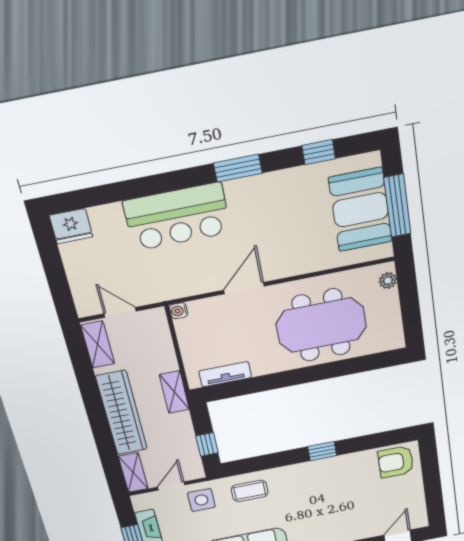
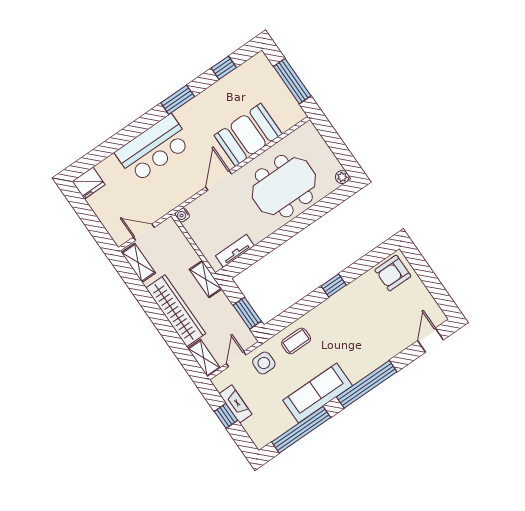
booth: (361, 210) -> (248, 135), moved, turned 90
plant: (388, 280) -> (342, 177), moved
window: (207, 444) -> (247, 313), width x1.50

